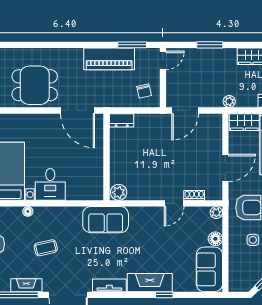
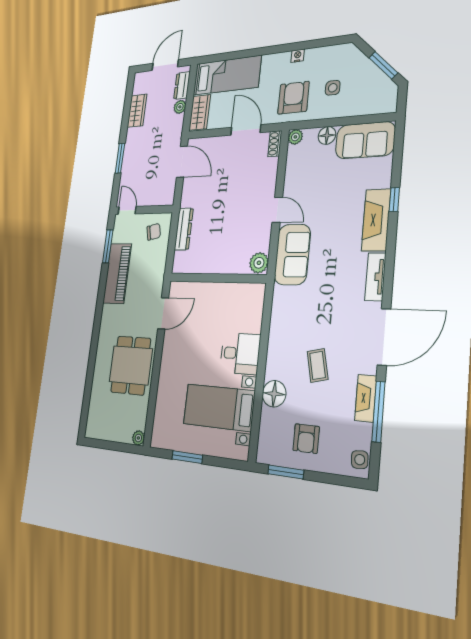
plant: (229, 101) -> (180, 107), moved
door: (77, 110) -> (163, 313), width x0.73
door: (185, 110) -> (182, 162), moved
dresser: (122, 120) -> (184, 229), moved, width x1.44
shoe rack: (194, 195) -> (275, 144), moved
door: (174, 203) -> (277, 210), moved
floor lamp: (28, 211) -> (274, 394), width x1.89, depth x1.89
sofa: (106, 220) -> (292, 254), moved

